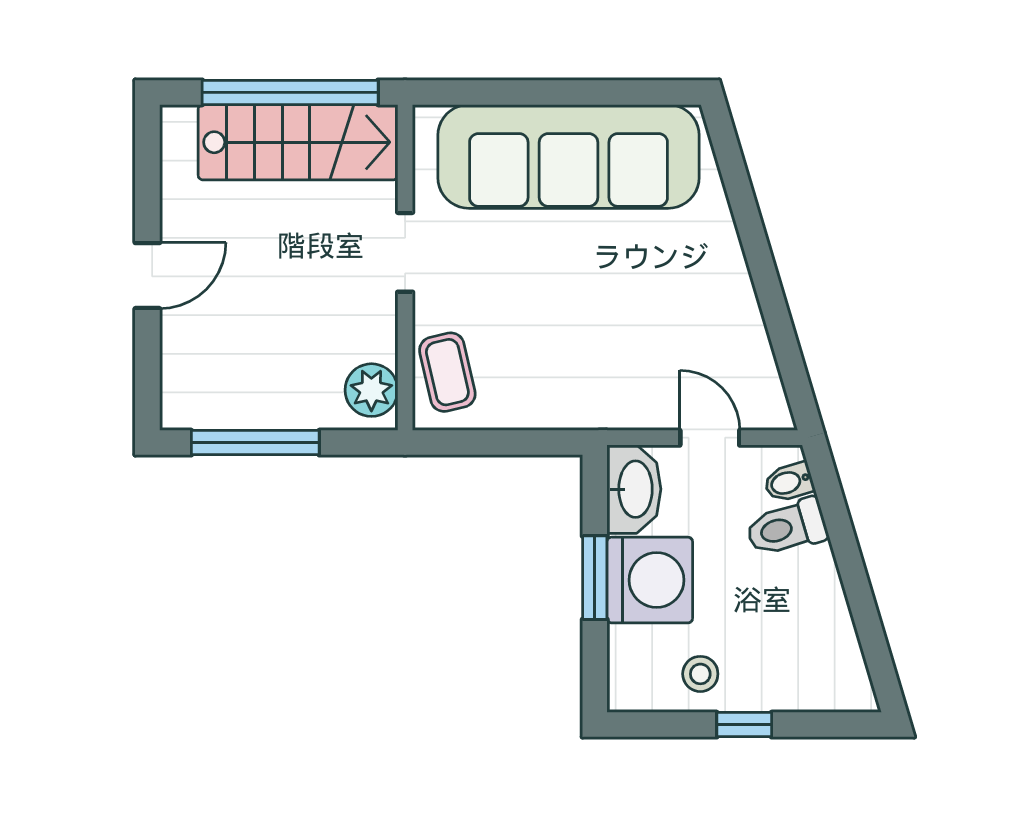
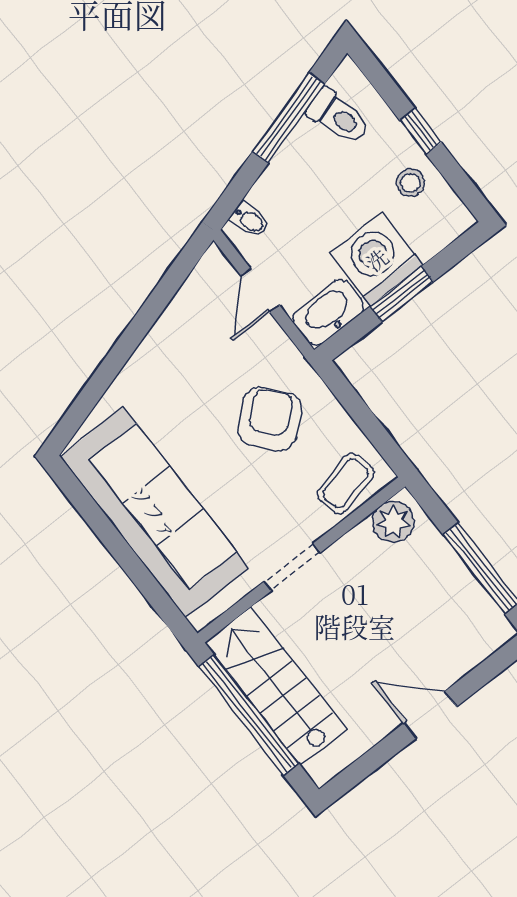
armchair: (572, 346) -> (270, 419), added
toilet: (787, 528) -> (338, 116), moved
window: (861, 602) -> (289, 118), added

